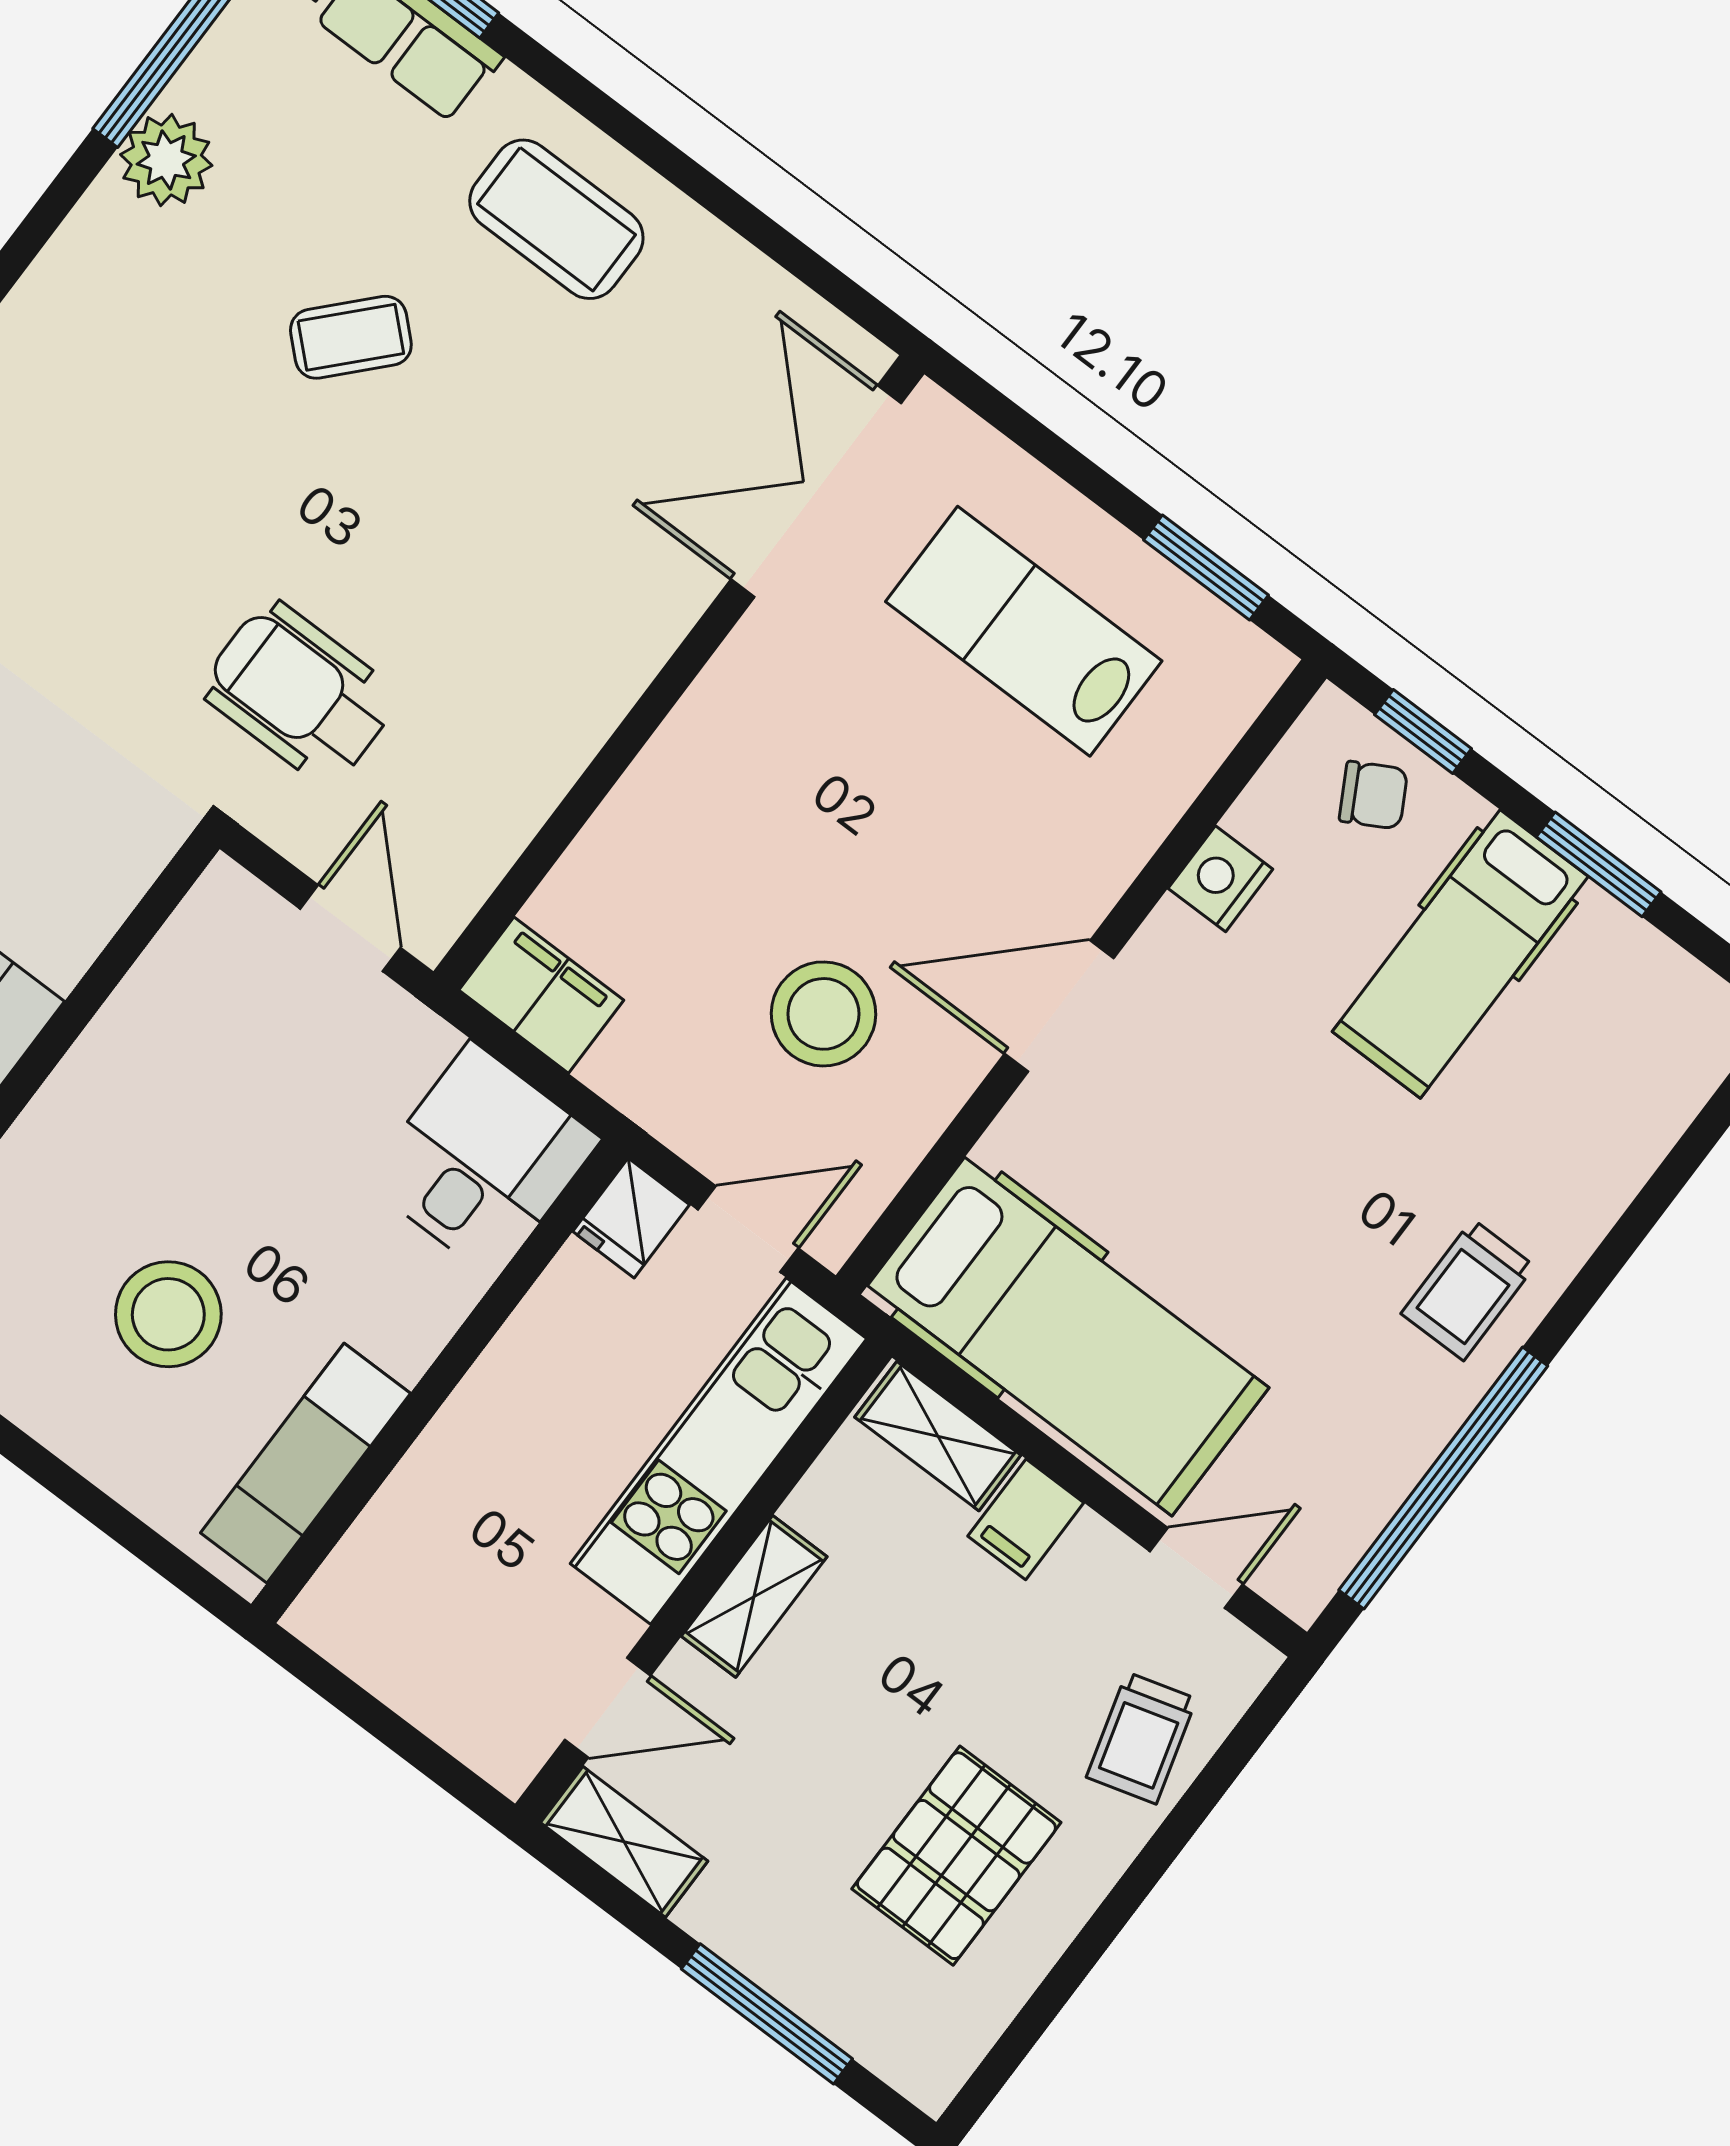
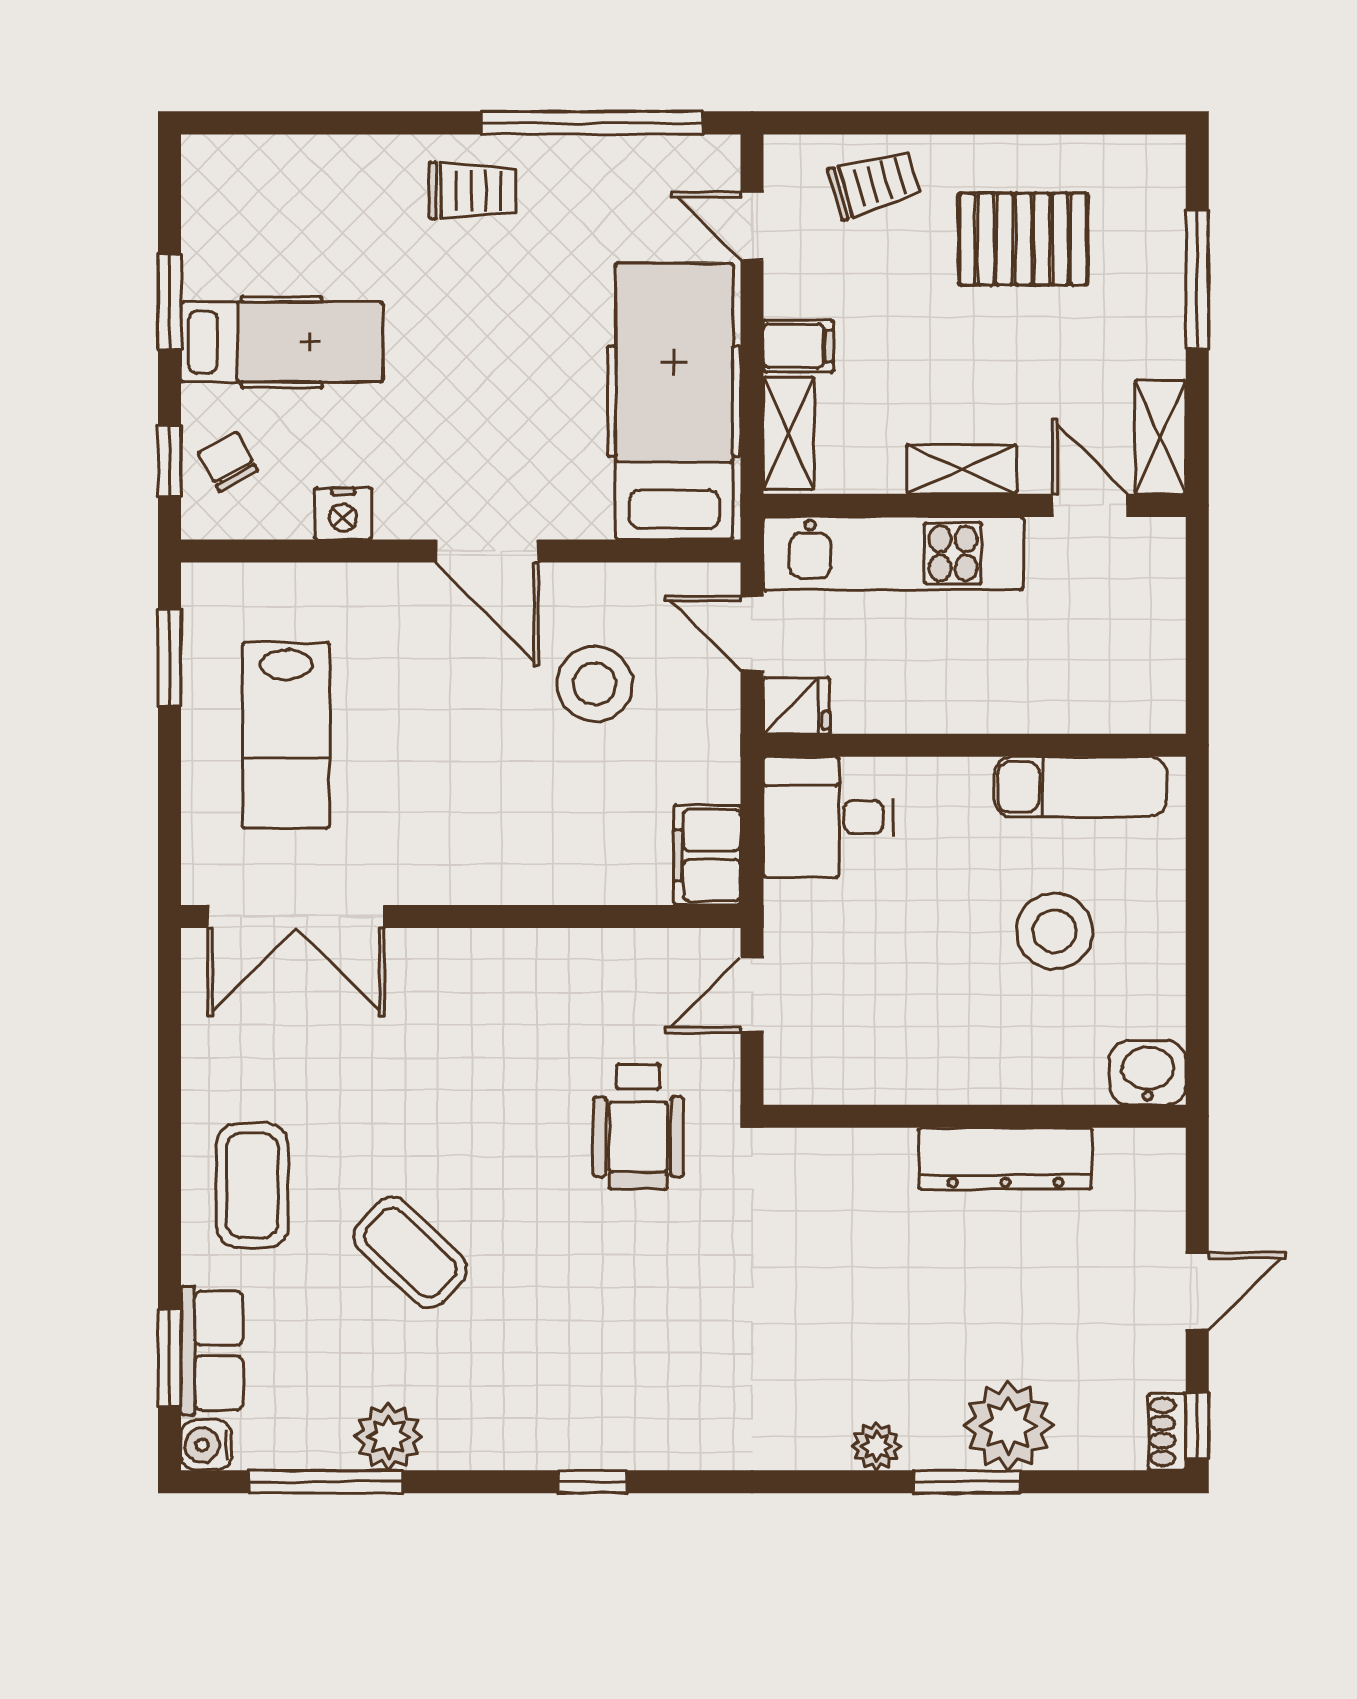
coffee table: (351, 337) -> (410, 1253), width x1.36, depth x1.30

